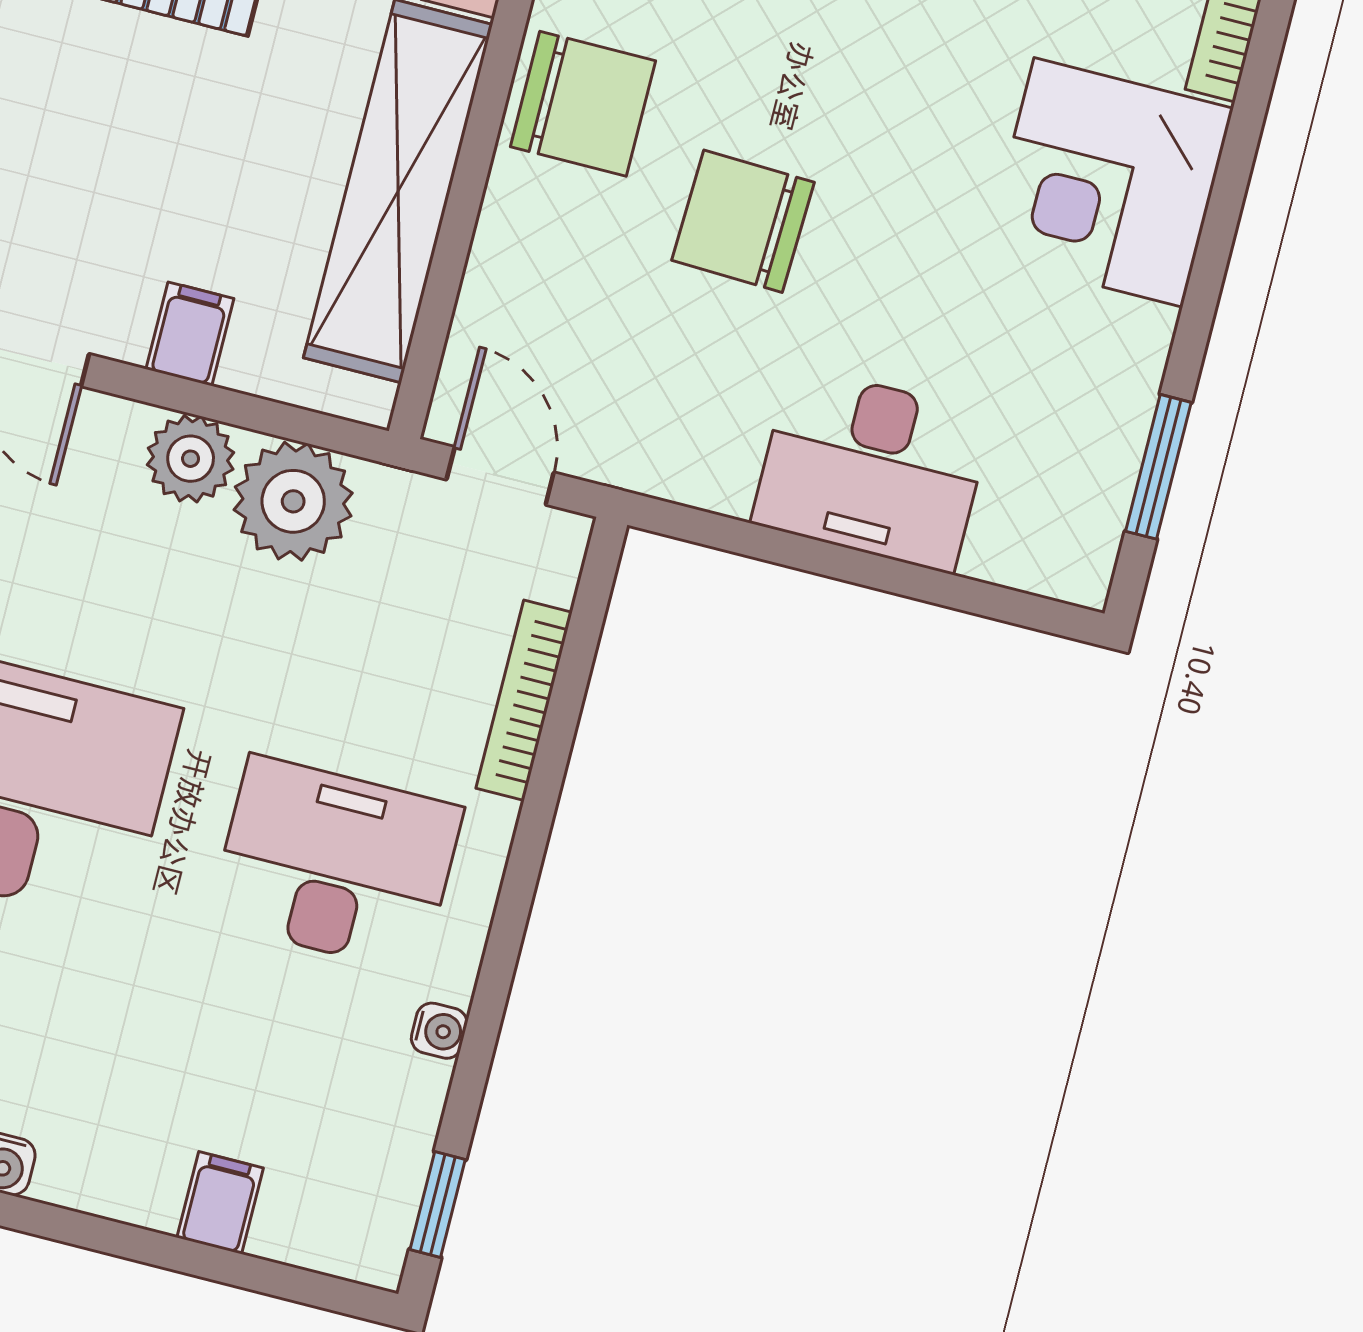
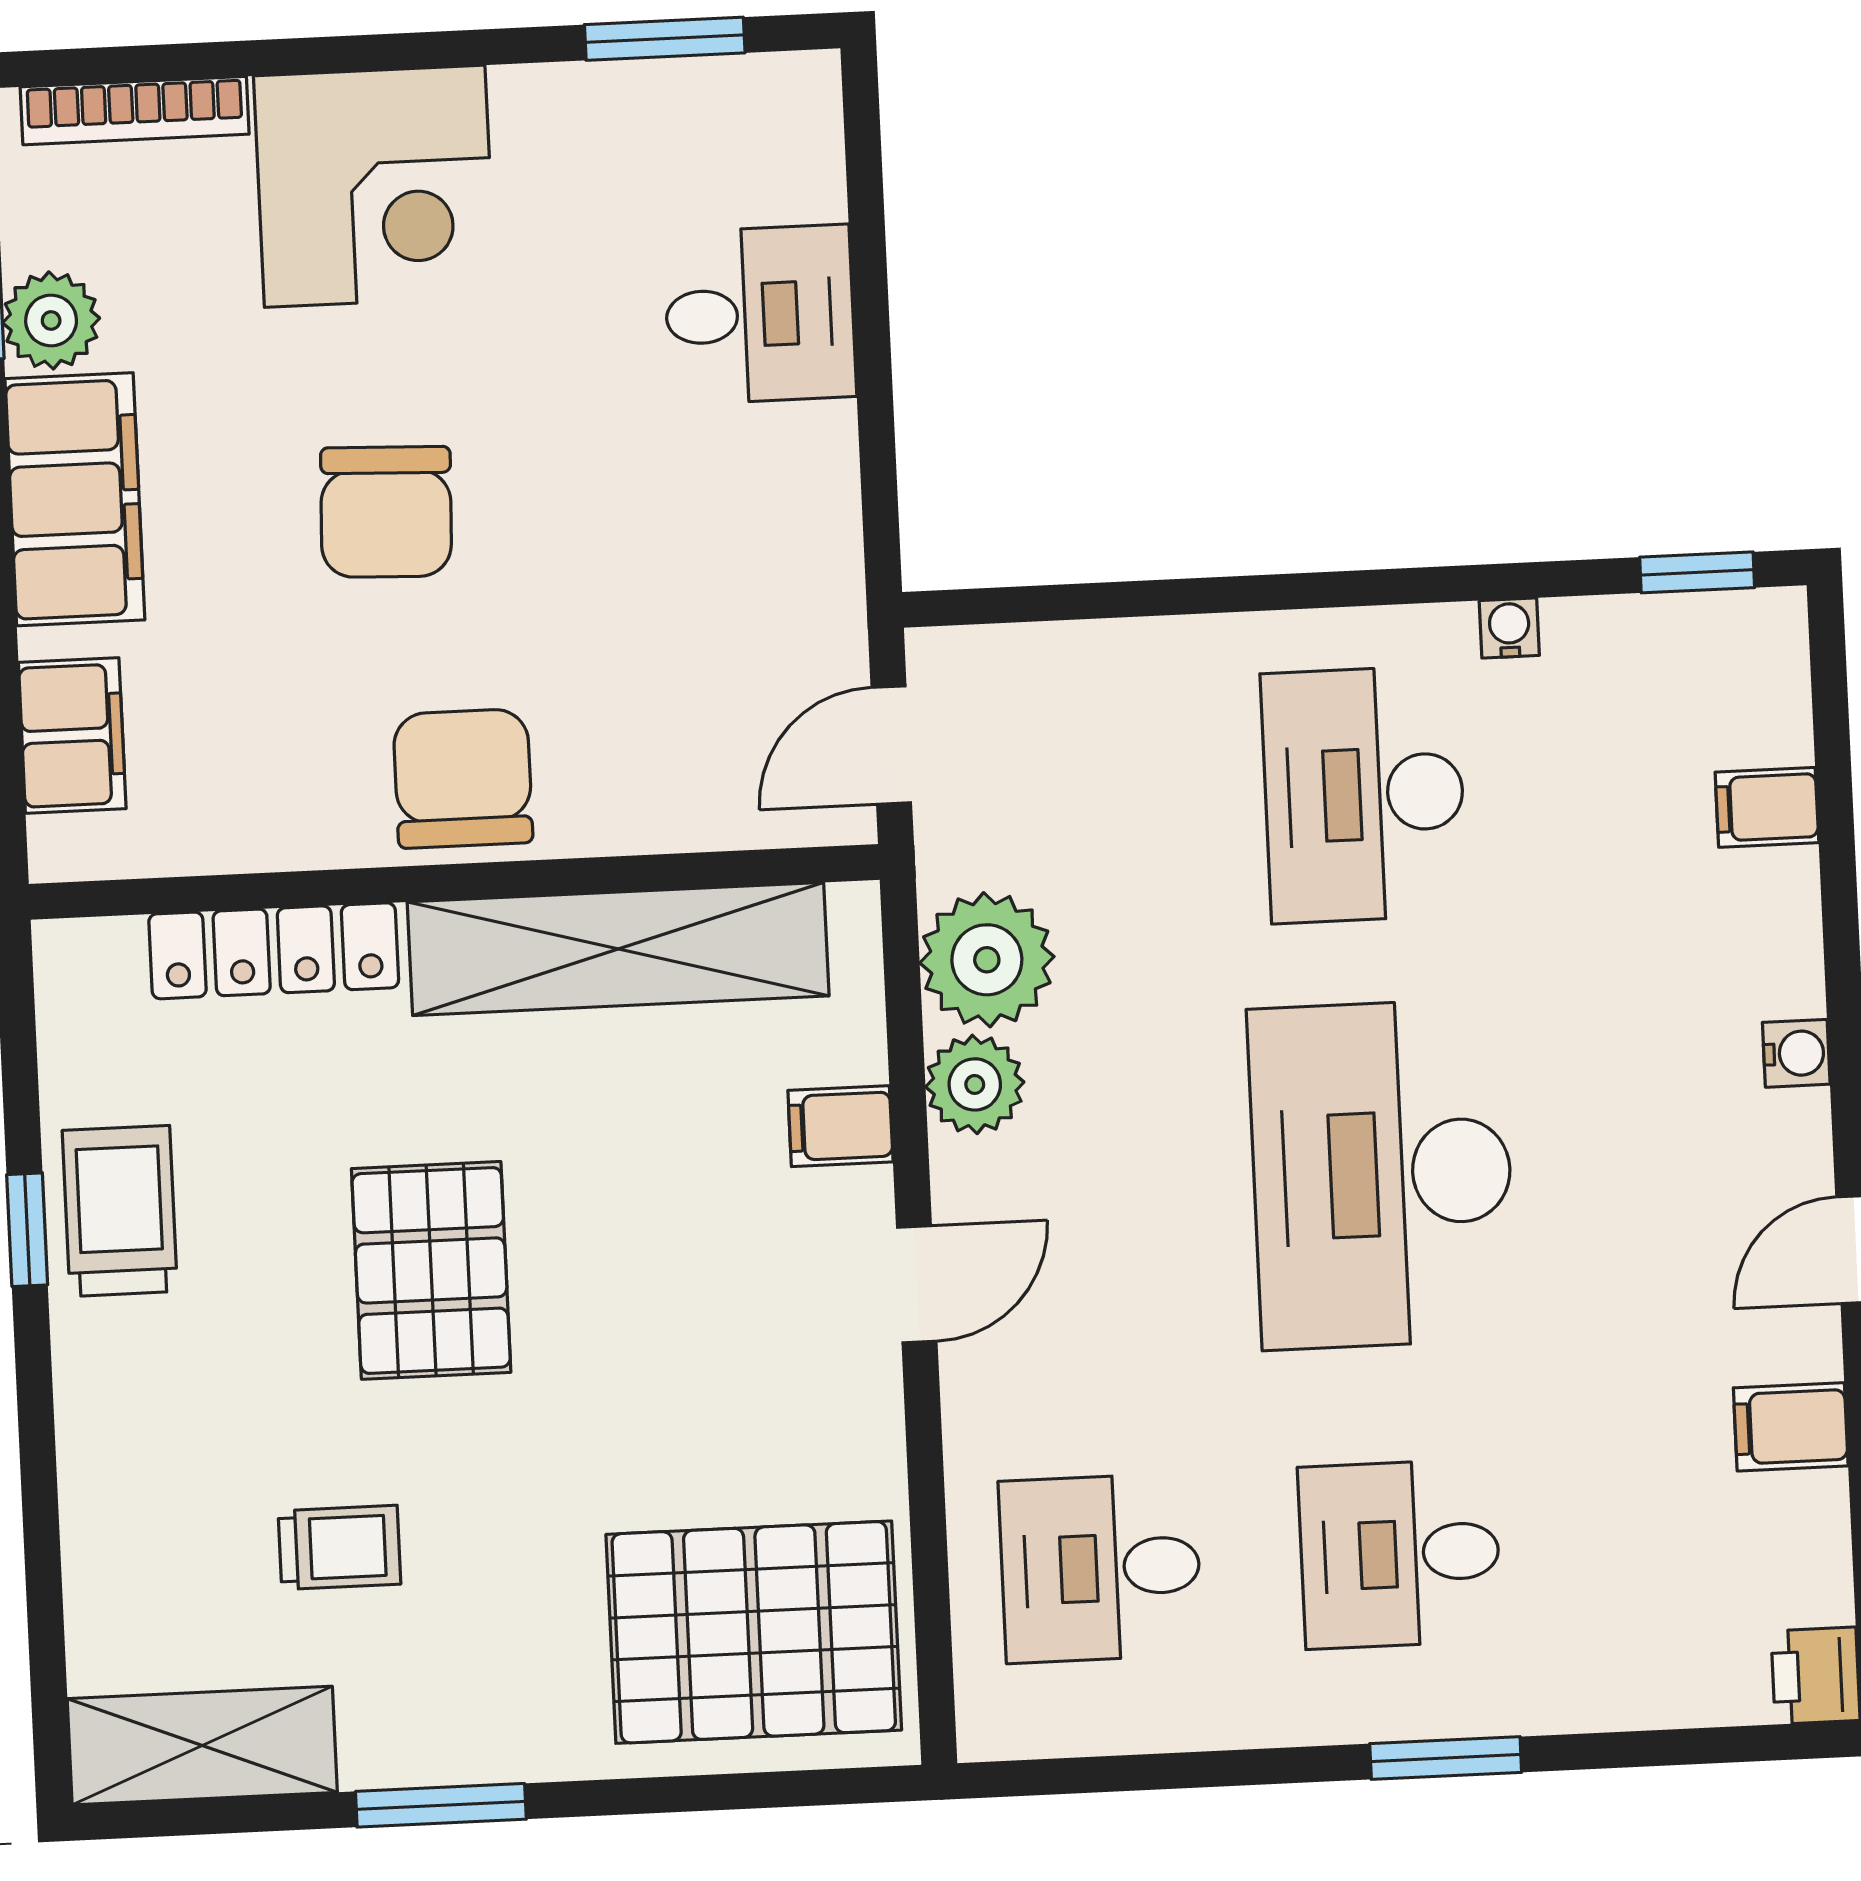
chair: (743, 221) -> (386, 512), moved
desk: (872, 469) -> (760, 315), width x0.73
bookcase: (524, 700) -> (1125, 645), removed

